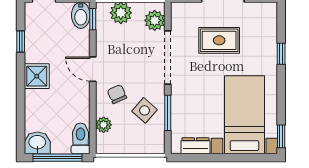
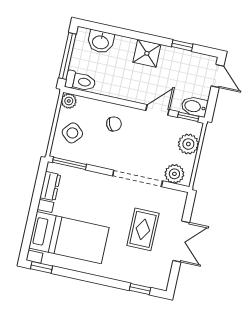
window: (281, 54) -> (140, 289), moved
door: (93, 69) -> (158, 110), moved
side table: (145, 110) -> (72, 133), moved
window: (168, 113) -> (69, 163), moved
plant: (104, 125) -> (69, 101), moved
washbasin: (37, 143) -> (101, 42), moved, turned 90

